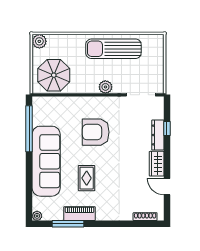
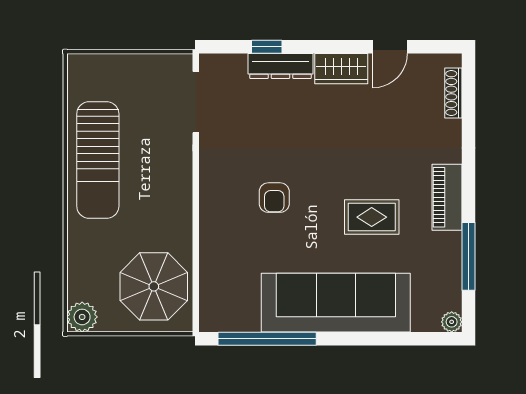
plant: (105, 87) -> (179, 177), removed
armchair: (96, 132) -> (274, 198), width x0.53, depth x0.53
piano: (80, 214) -> (447, 197), moved

